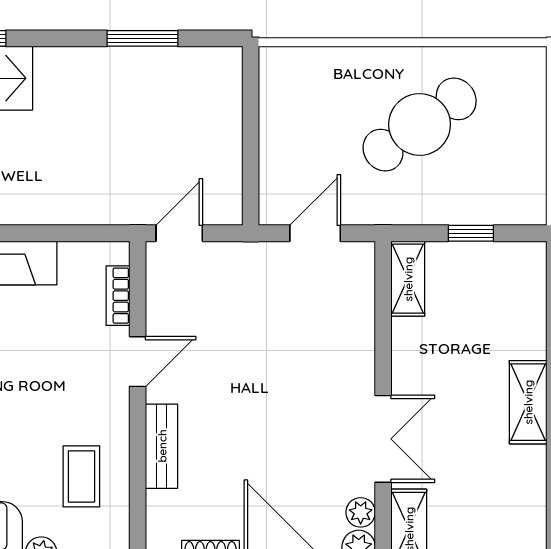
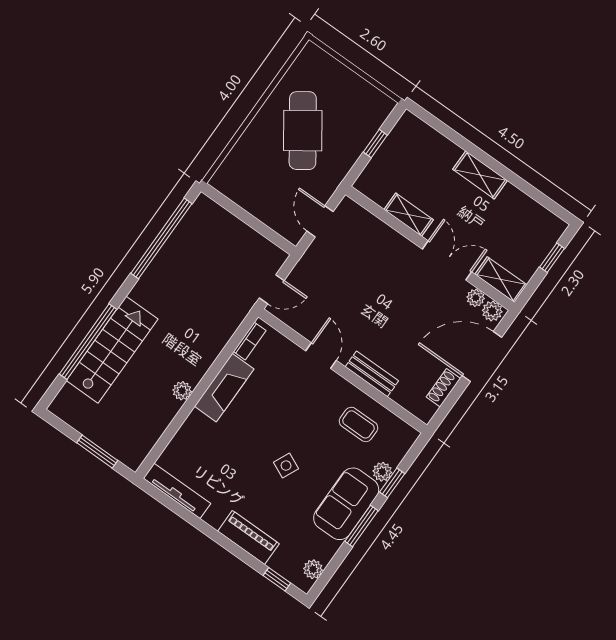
window: (142, 38) -> (161, 238), width x2.11
door: (179, 233) -> (272, 289), swing flipped
shelving: (408, 279) -> (409, 215), moved
bookcase: (118, 296) -> (250, 341), moved, turned -90

